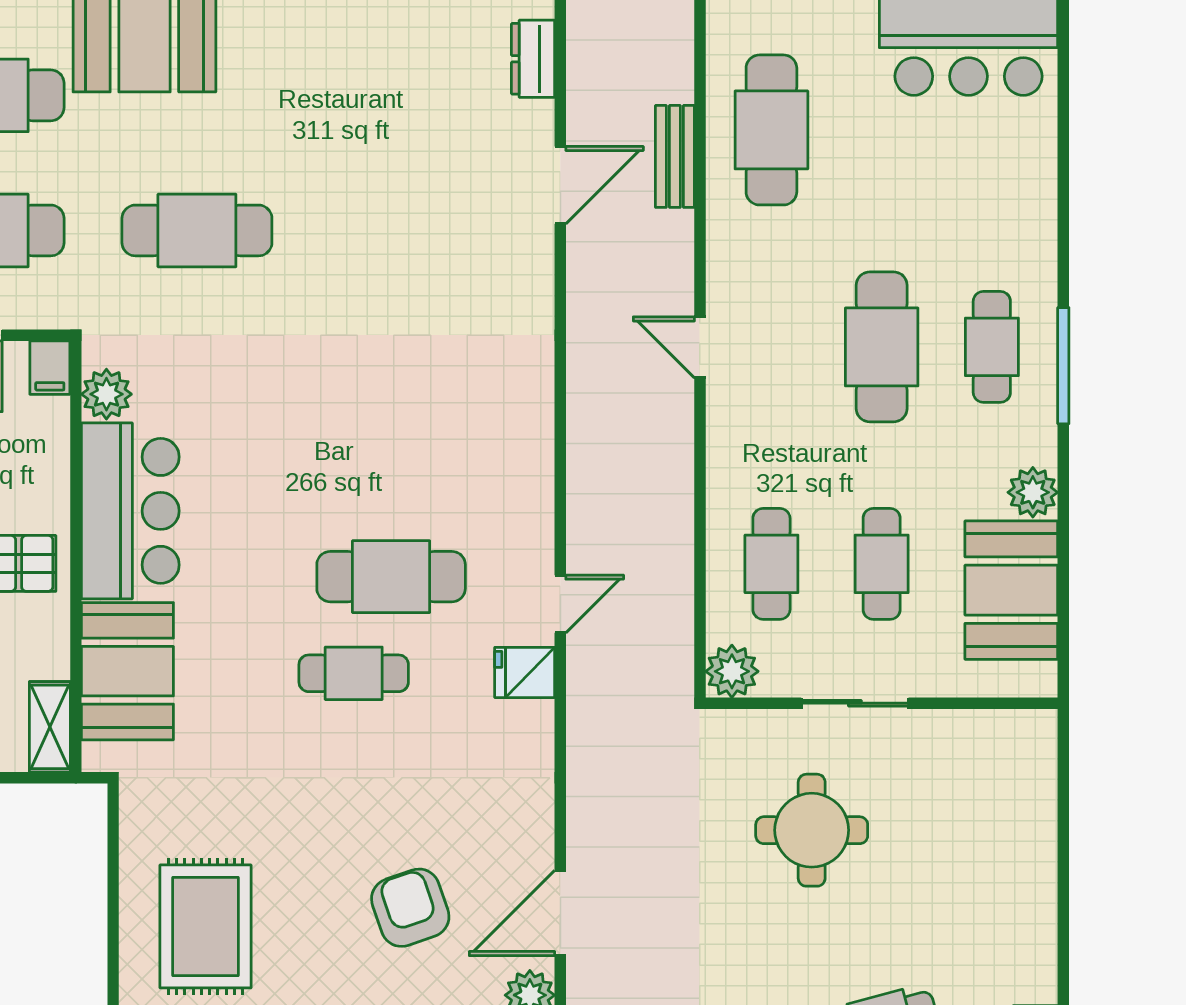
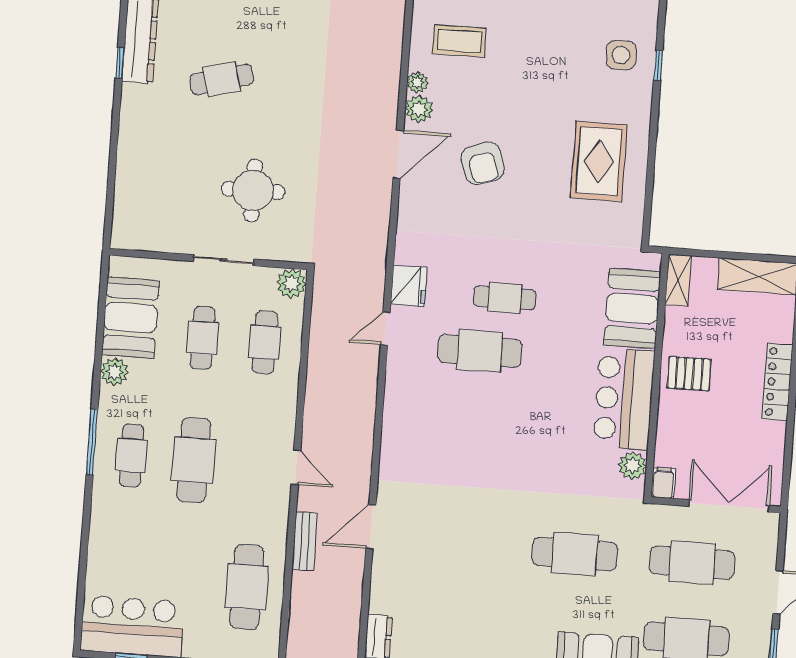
bench: (675, 156) -> (305, 541), moved
door: (560, 185) -> (371, 527), moved
fridge: (525, 672) -> (409, 286), width x1.38

